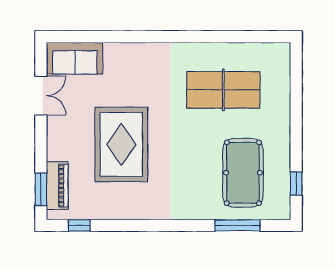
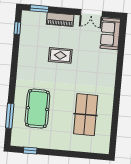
rug: (121, 144) -> (60, 55), width x0.54, depth x0.49
pool table: (243, 173) -> (37, 109), moved, turned 90
piano: (57, 186) -> (60, 20), moved

